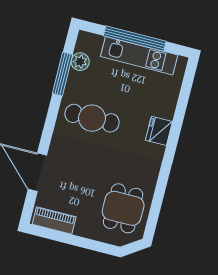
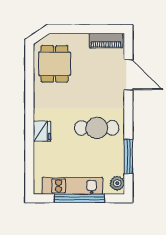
plant: (80, 62) -> (117, 183), moved

